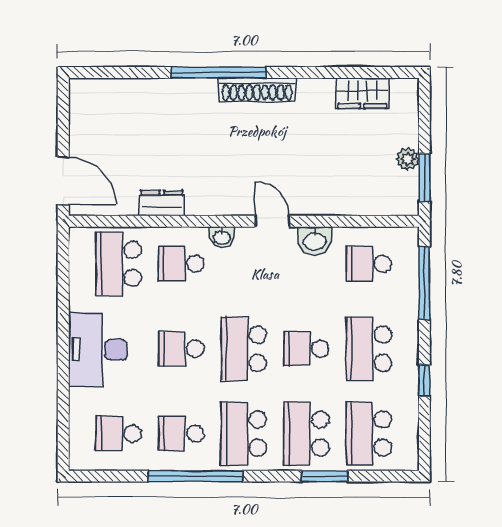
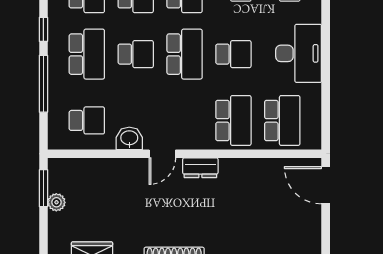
dresser: (162, 203) -> (200, 168), moved
door: (272, 221) -> (162, 154), hinge flipped
washbasin: (222, 237) -> (202, 141), removed
school desk: (181, 264) -> (233, 120), width x1.85
window: (424, 283) -> (43, 84), moved

